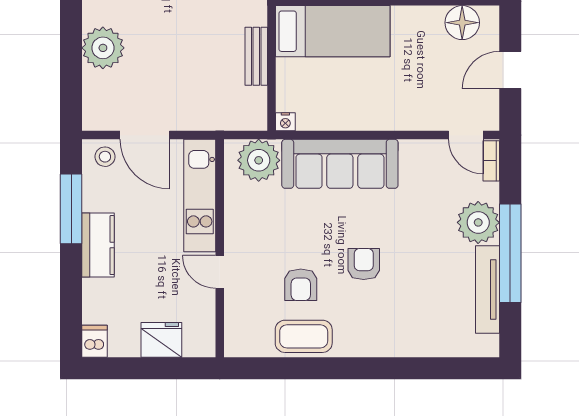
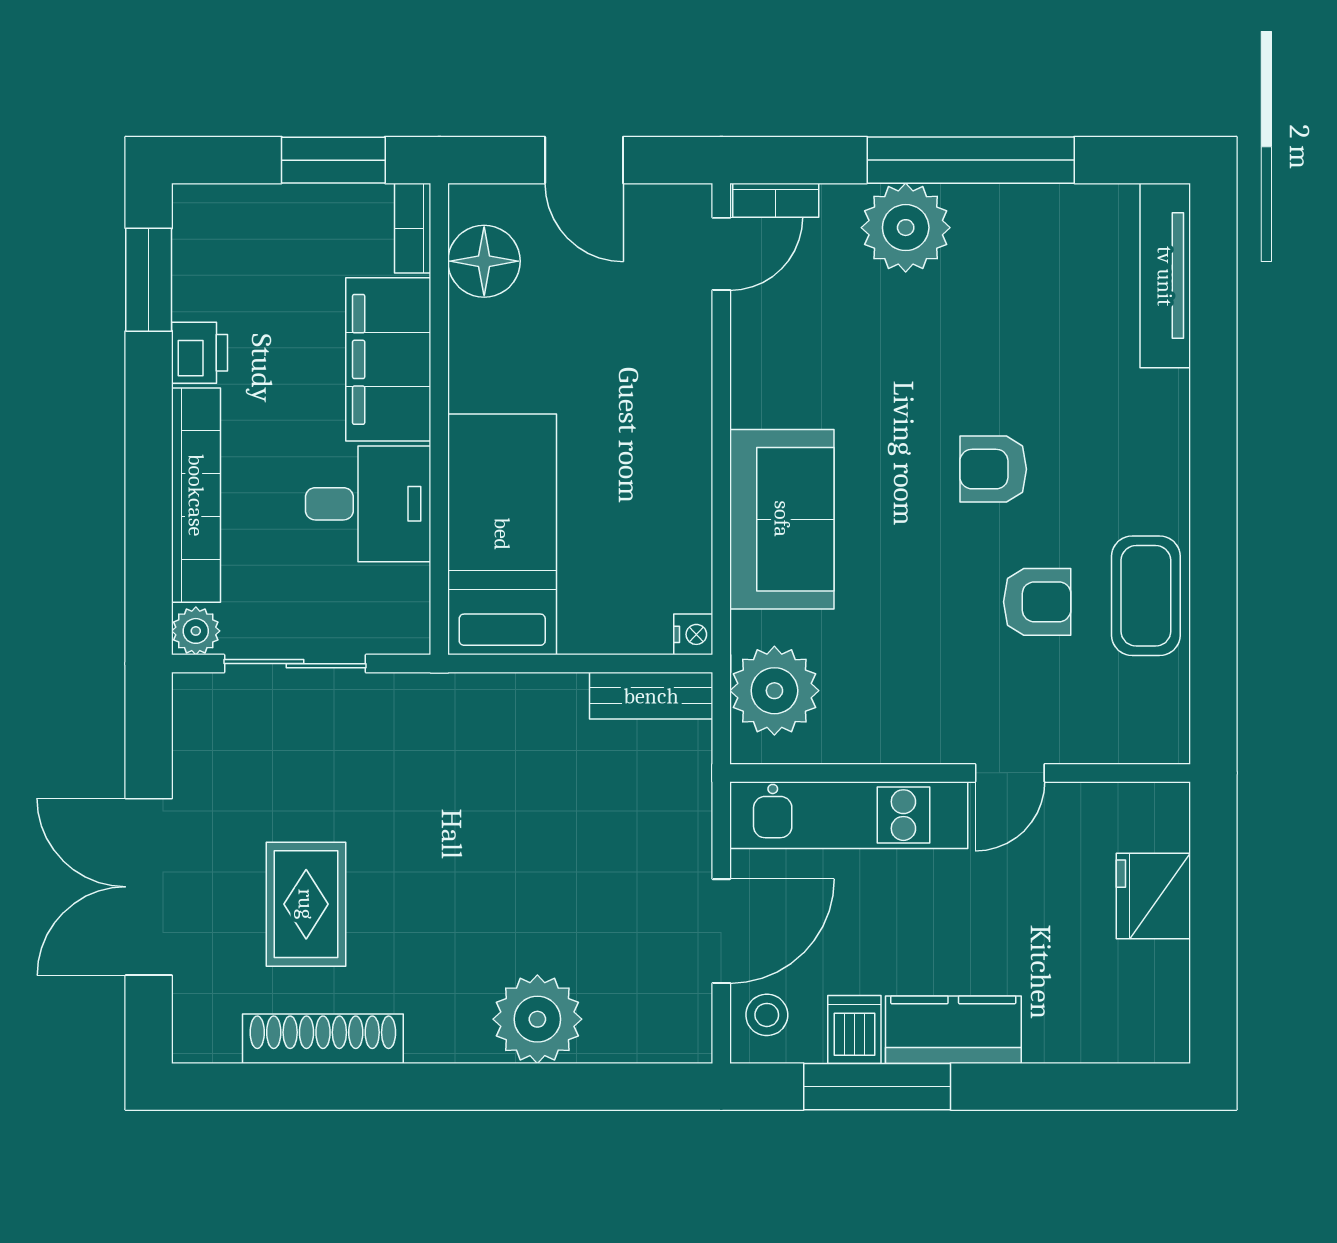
bench: (256, 56) -> (651, 696), moved
sofa: (340, 164) -> (782, 519), width x0.73
tv unit: (487, 290) -> (1165, 276), moved, turned 90
dishwasher: (94, 341) -> (854, 1029), moved, turned 90

